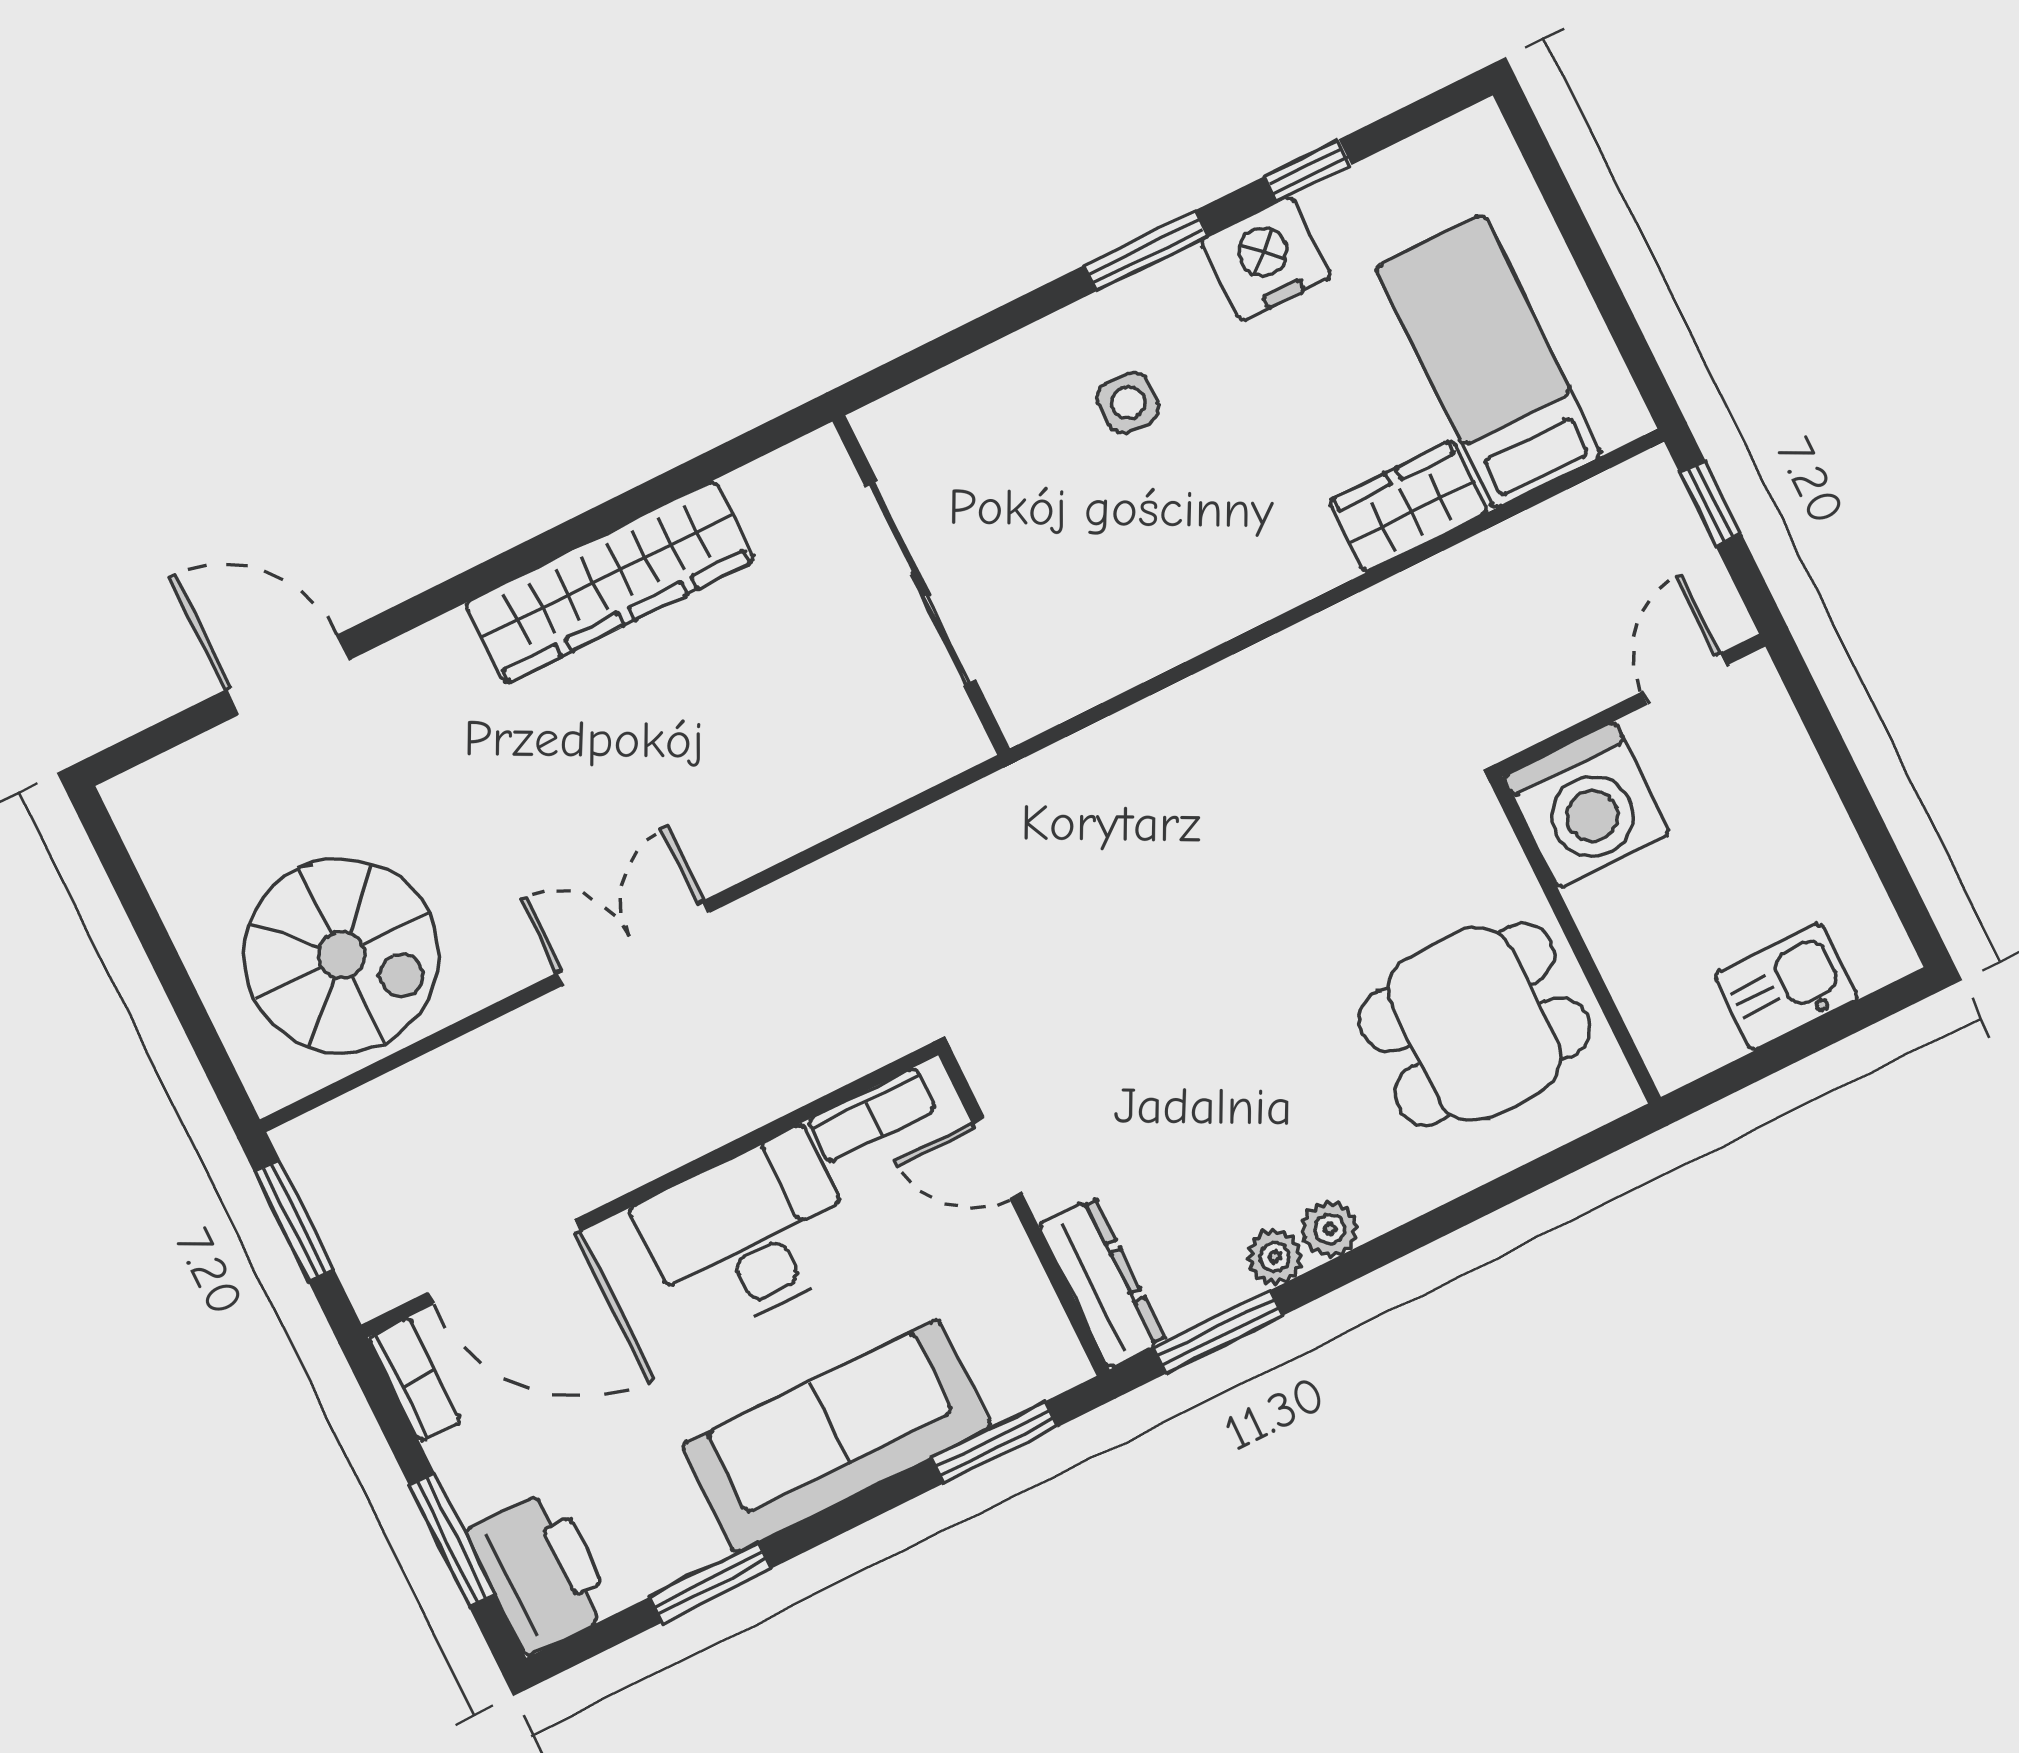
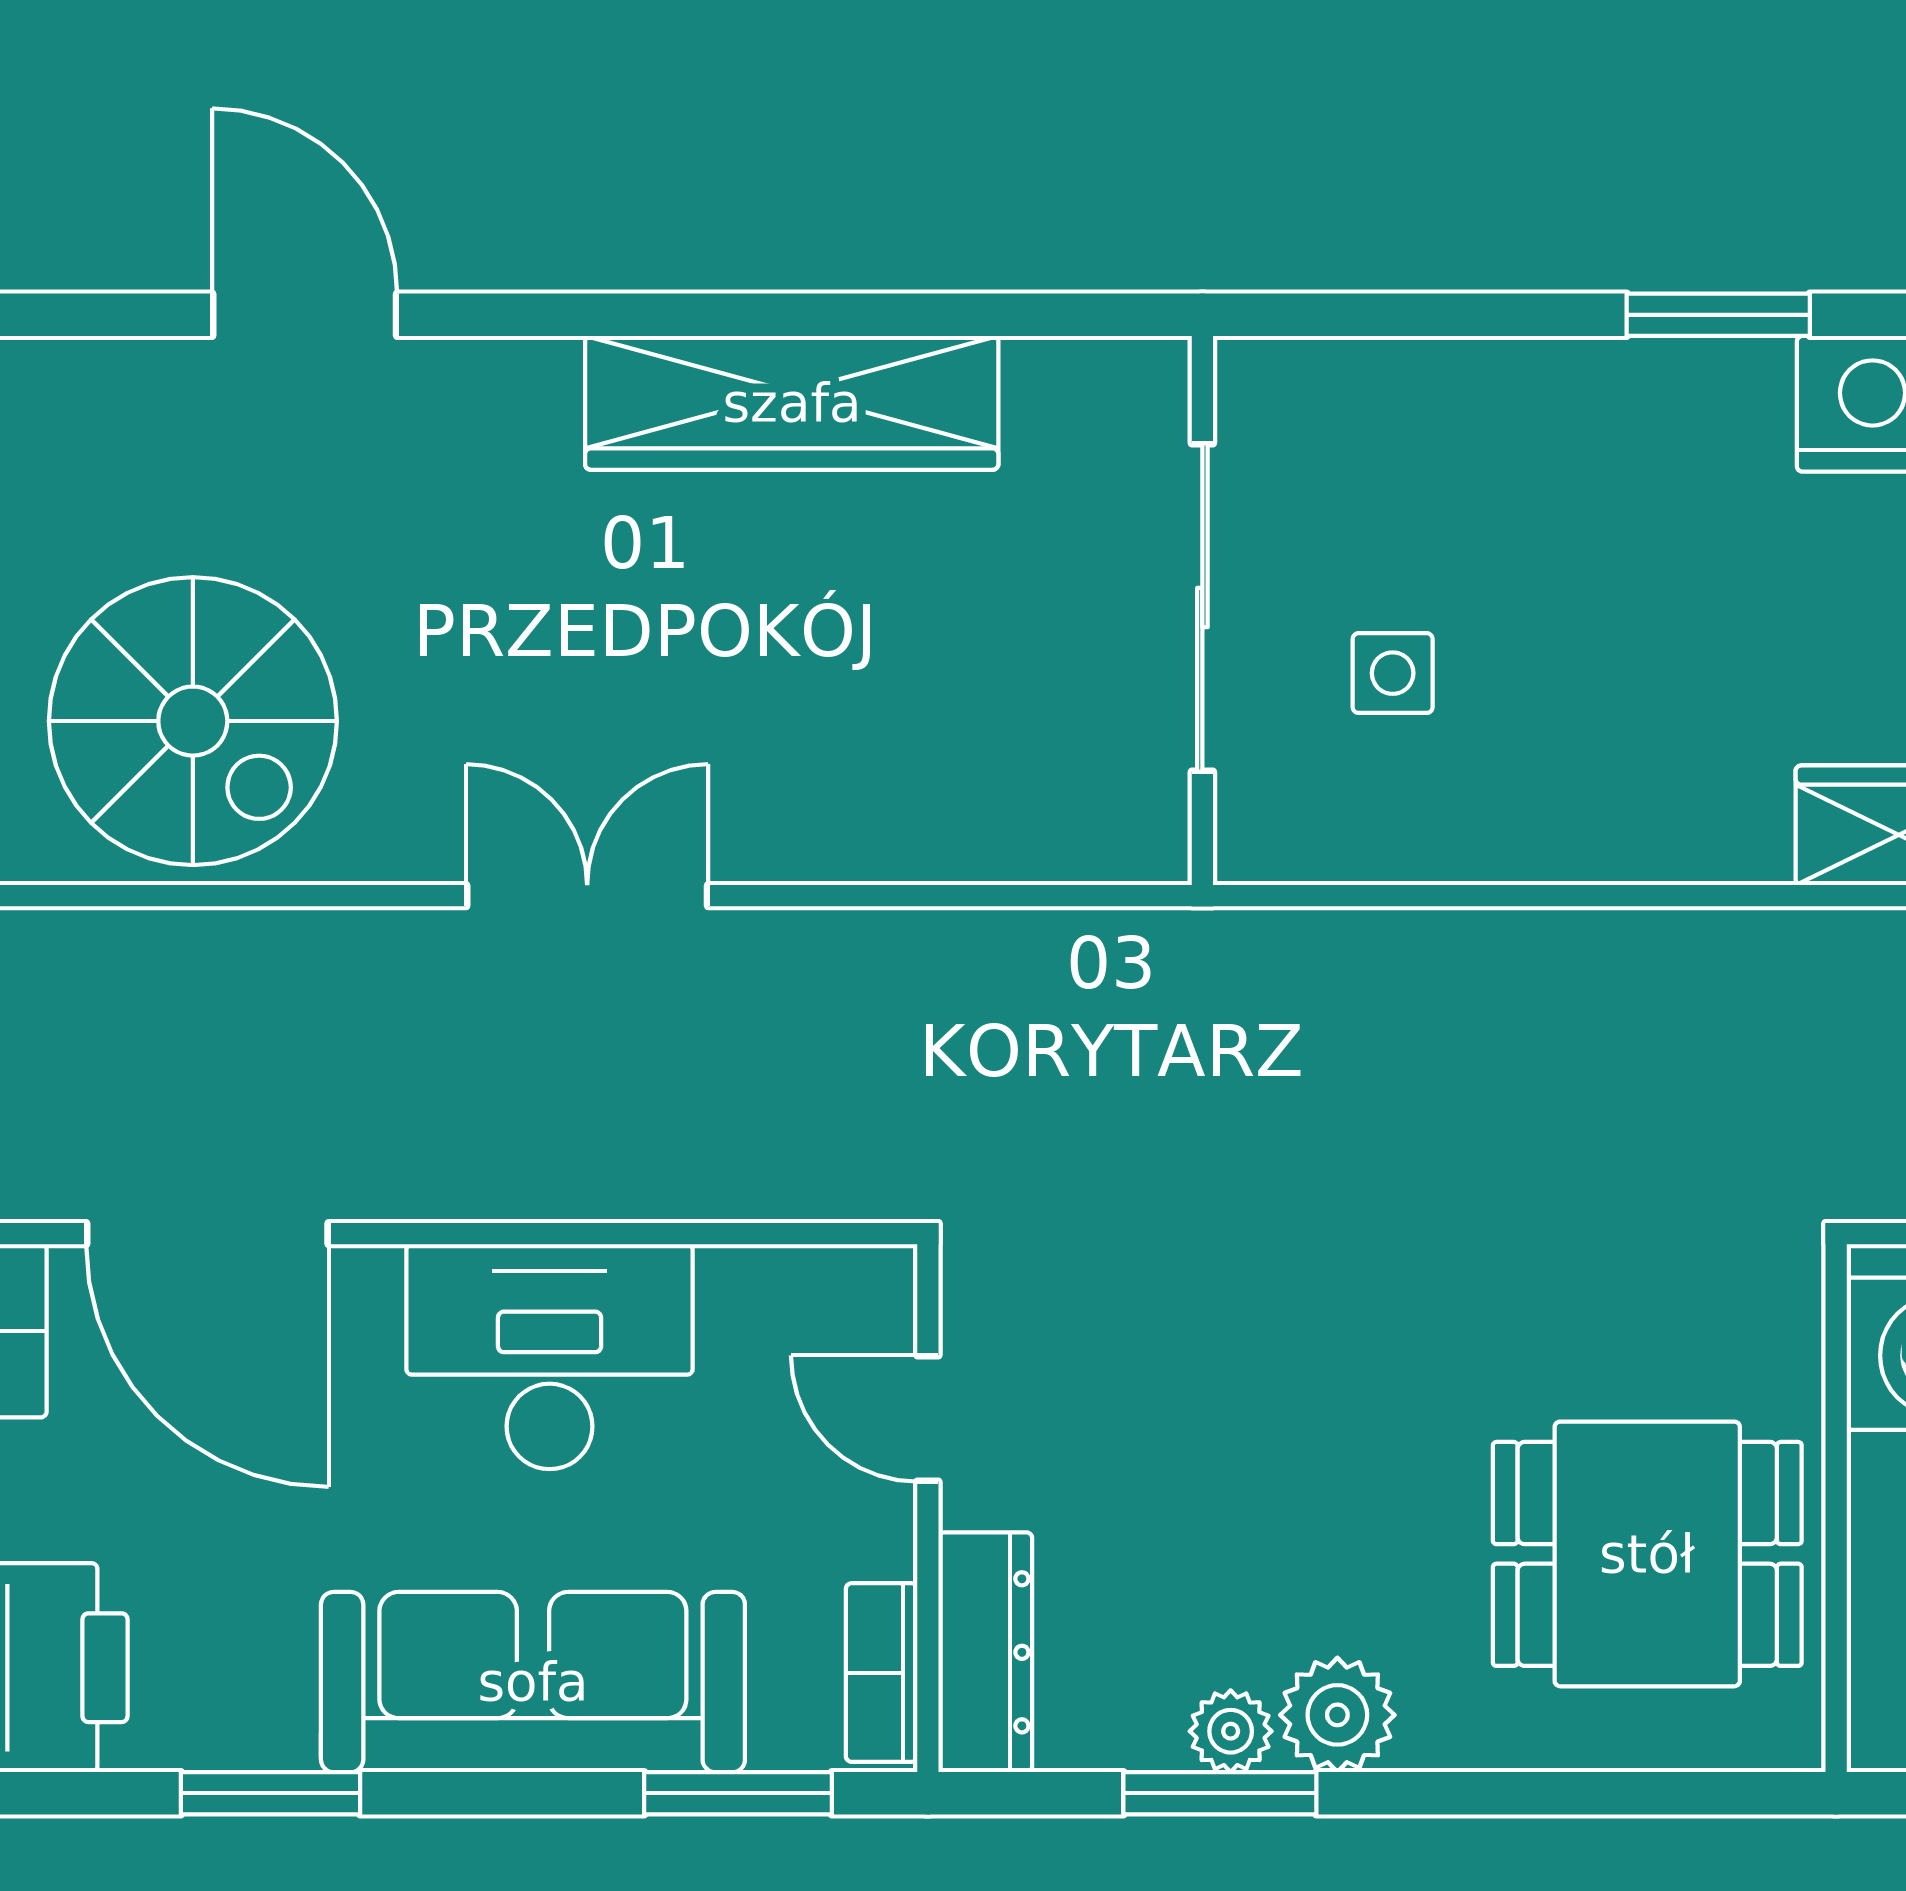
side table: (1128, 403) -> (1393, 673), moved
bookcase: (872, 1115) -> (882, 1673), moved, turned 90
plant: (1330, 1229) -> (1337, 1715), width x1.38, depth x1.38
window: (1218, 1332) -> (1220, 1793), moved

